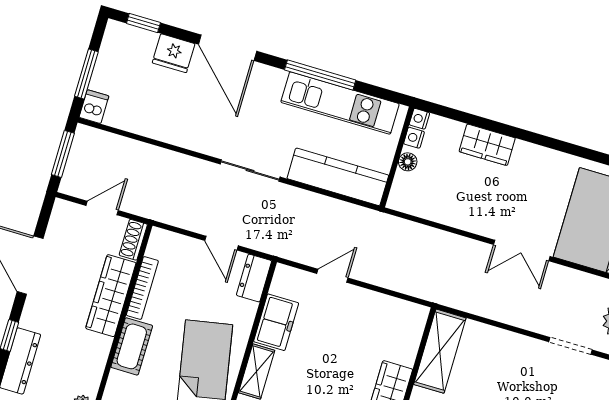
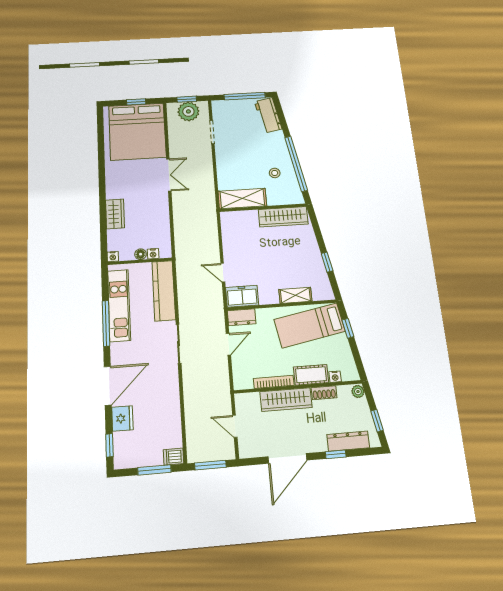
nightstand: (414, 138) -> (153, 254), moved
shoe rack: (133, 240) -> (324, 393), moved
freezer: (276, 322) -> (242, 296), moved
nightstand: (116, 380) -> (335, 377), added

